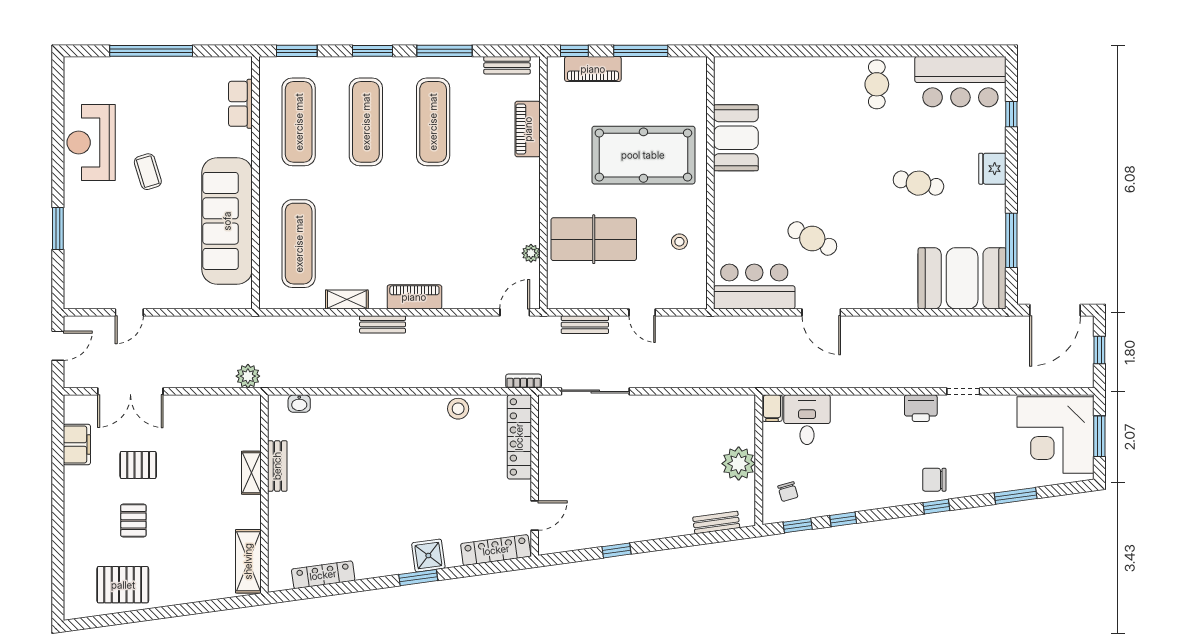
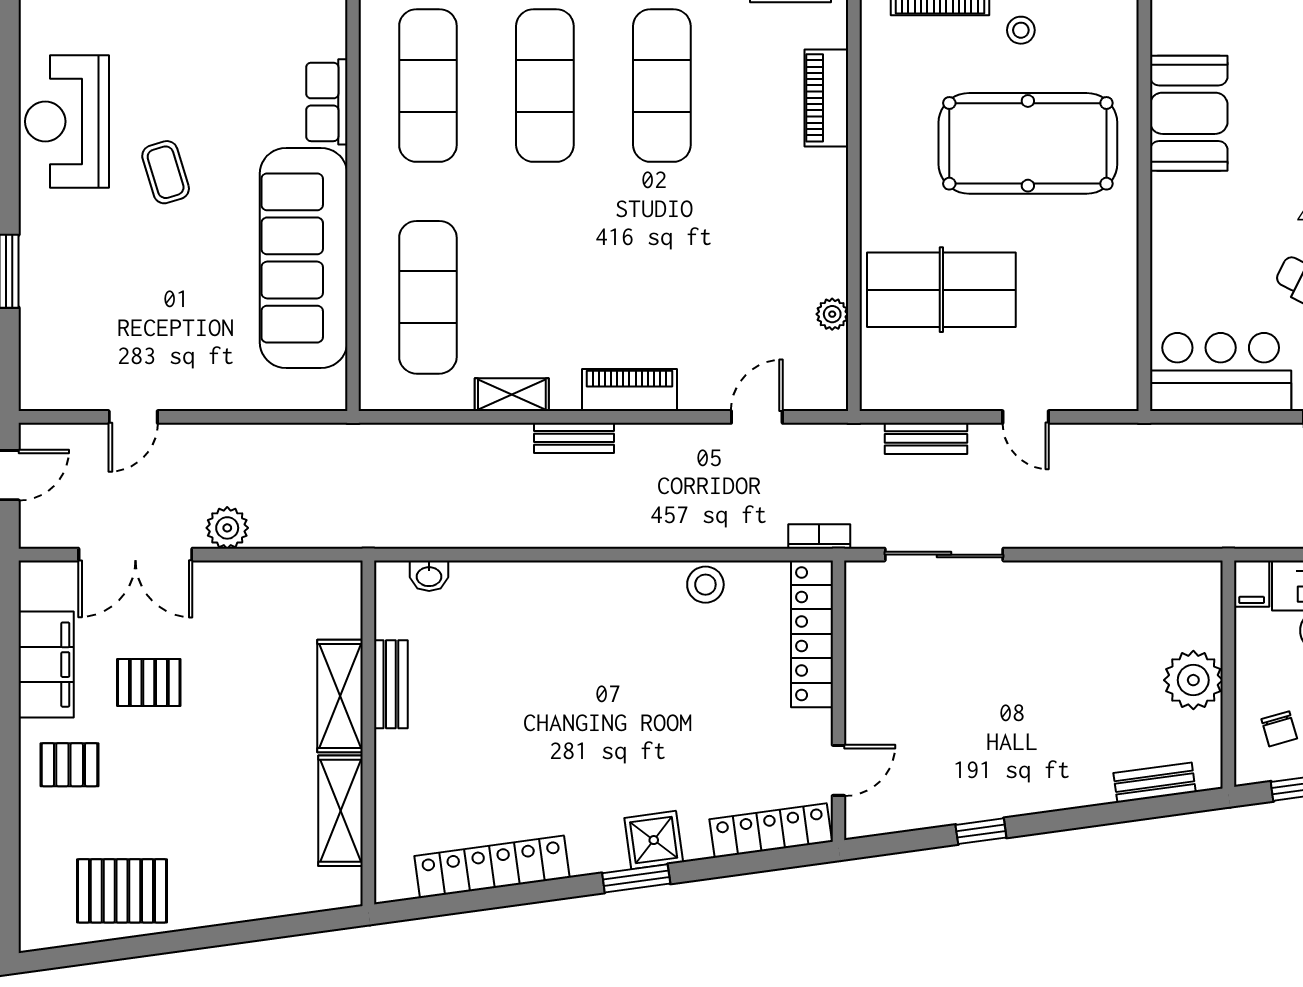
row of seats: (240, 104) -> (327, 102), moved
stool: (679, 242) -> (1021, 30), moved
door: (515, 312) -> (757, 417), moved
plant: (248, 376) -> (227, 528), moved
filing cabinet: (77, 445) -> (46, 665), width x1.50, depth x1.17
shelving: (251, 473) -> (340, 696), width x1.50, depth x1.33
pallet: (133, 520) -> (70, 765), moved, turned 90
shelving: (248, 561) -> (340, 811), moved
locker: (323, 575) -> (492, 867), width x1.41, depth x1.21

